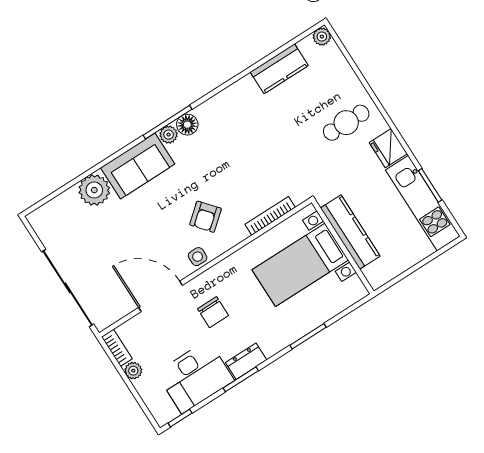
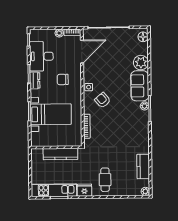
floor lamp: (187, 125) -> (143, 37), moved
bed with nightstands: (300, 265) -> (51, 114), moved, turned 90
door: (161, 296) -> (82, 52), moved

